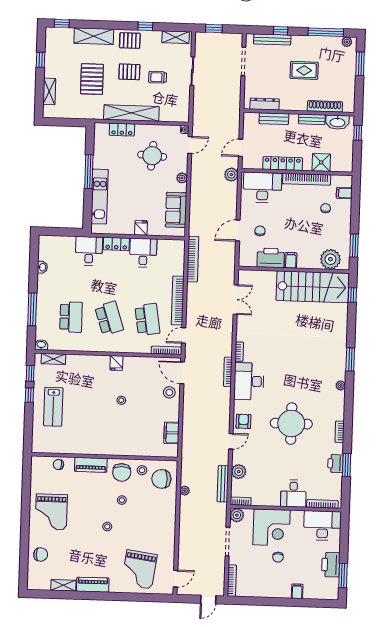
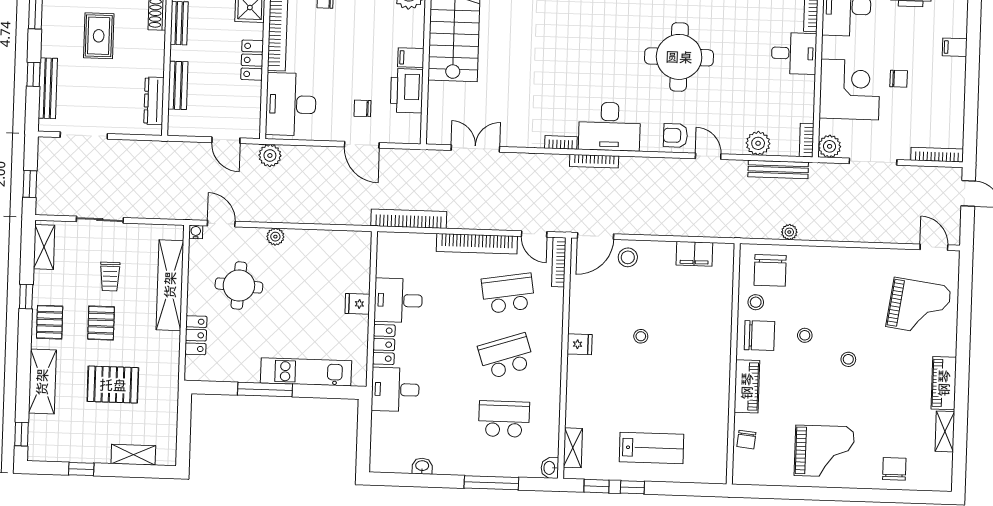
shelving: (131, 113) -> (170, 285), moved
locker: (283, 164) -> (252, 60), width x0.66
sofa: (176, 210) -> (328, 246), removed

